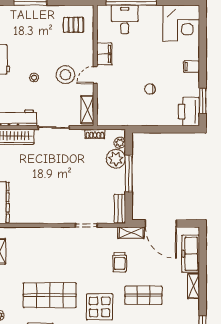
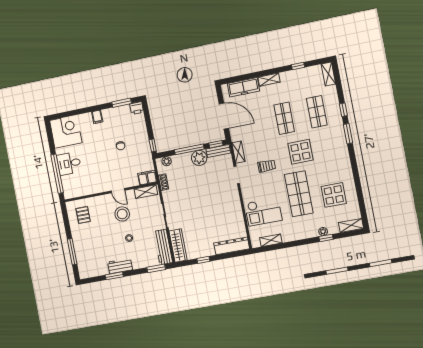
desk: (125, 19) -> (69, 163), moved
filing cabinet: (104, 54) -> (147, 178), moved
printer: (189, 112) -> (137, 108), width x0.53, depth x0.68
window: (143, 129) -> (153, 145), added
plant: (116, 159) -> (199, 158), moved
window: (129, 207) -> (216, 144), added
door: (161, 223) -> (224, 116), hinge flipped
shelving: (131, 233) -> (238, 152), moved
checkout: (36, 249) -> (263, 212), added
trolley: (120, 262) -> (267, 166), moved

